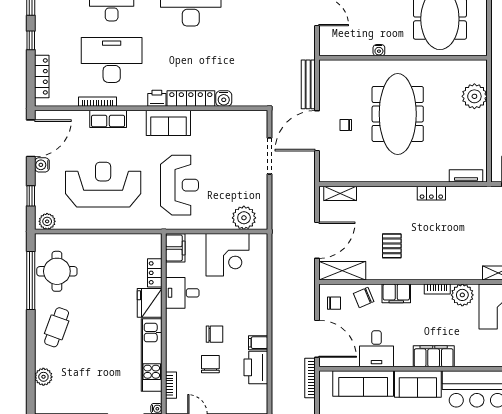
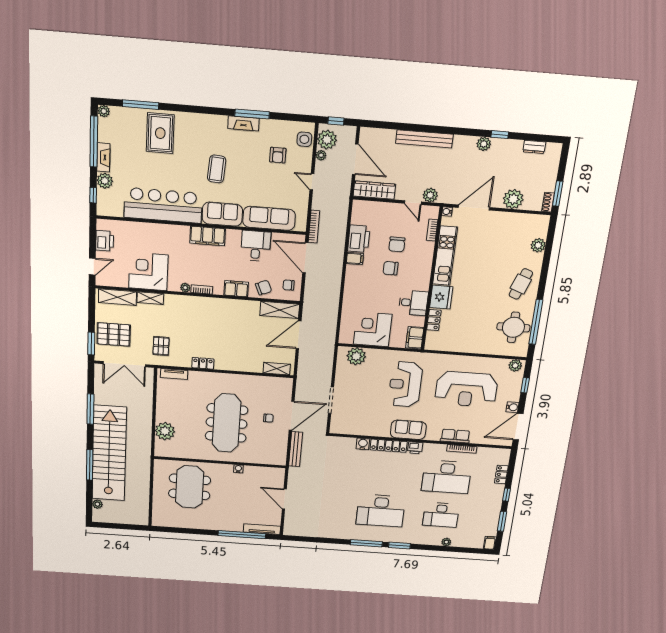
locker: (42, 76) -> (501, 474), width x0.66
pallet: (392, 246) -> (161, 346), moved
plant: (462, 295) -> (185, 288), width x0.53, depth x0.53

